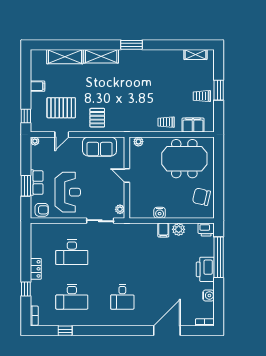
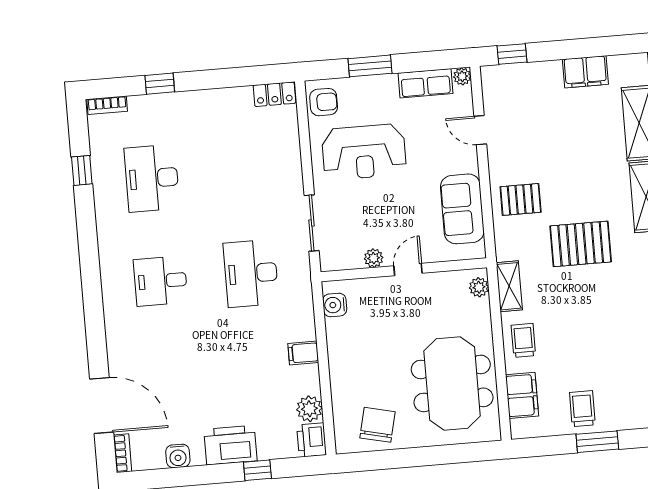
filing cabinet: (38, 86) -> (585, 72), width x2.00
pallet: (61, 108) -> (581, 244), moved, turned 90
shelving: (139, 127) -> (509, 286), added
row of seats: (37, 183) -> (426, 83), moved
plant: (120, 209) -> (374, 258), moved
armchair: (42, 210) -> (324, 102), turned -90
water cooler: (160, 213) -> (335, 305), moved
plant: (179, 229) -> (309, 409), moved
desk: (72, 252) -> (251, 273), moved
window: (219, 257) -> (257, 470), width x0.32
locker: (36, 269) -> (274, 94), moved
door: (167, 331) -> (102, 406), moved

